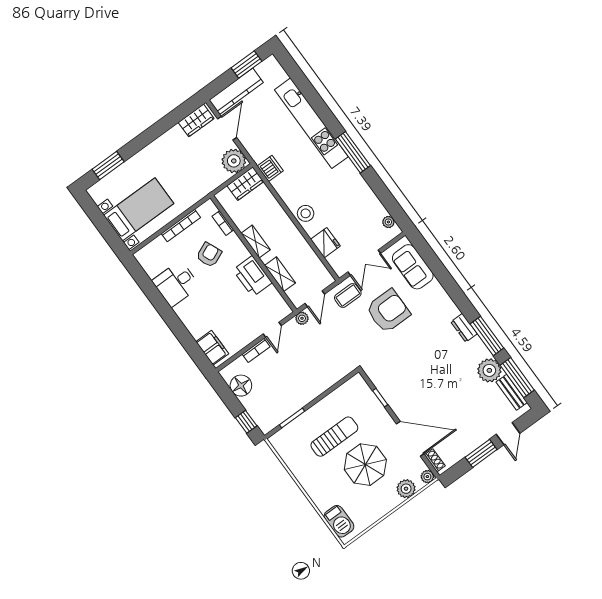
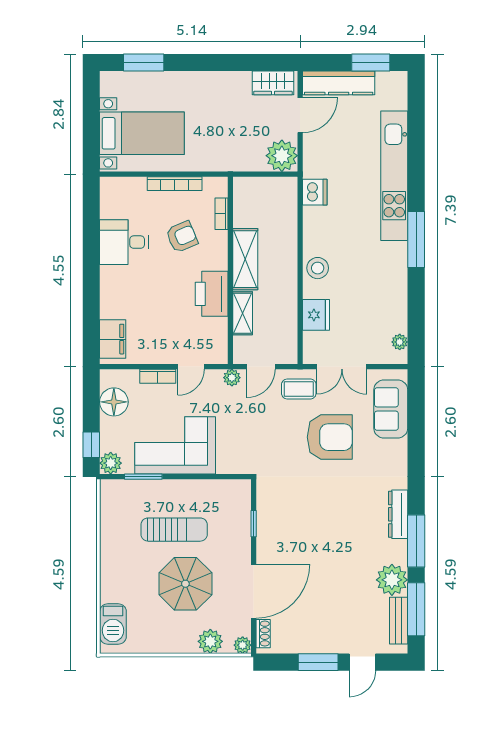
wardrobe: (245, 184) -> (276, 189), removed
shelving: (256, 242) -> (245, 259), width x1.50, depth x1.33
dresser: (464, 328) -> (398, 514), width x1.44
corner sofa: (297, 385) -> (175, 445), added
plant: (266, 424) -> (111, 463), added
door: (410, 439) -> (254, 591), hinge flipped

